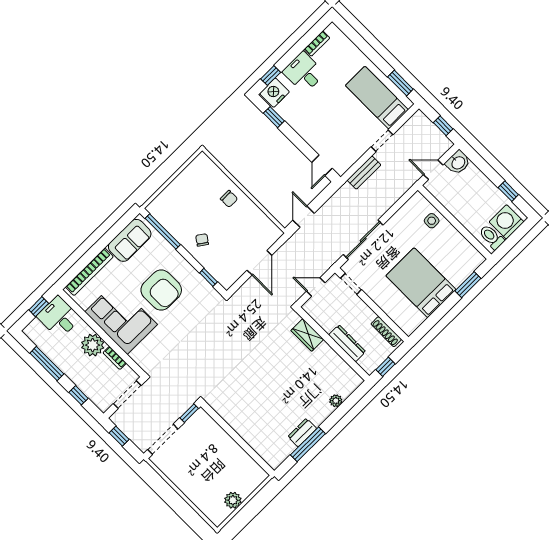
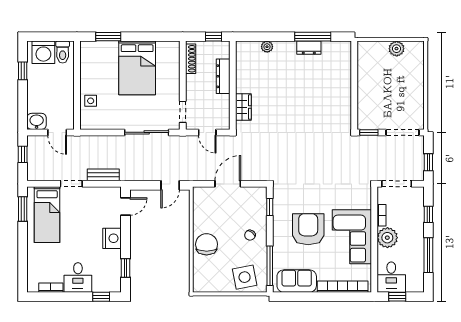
nightstand: (274, 93) -> (112, 238), moved, turned -90
chair: (229, 199) -> (207, 244), width x1.87, depth x1.87
side table: (174, 203) -> (245, 277), added

